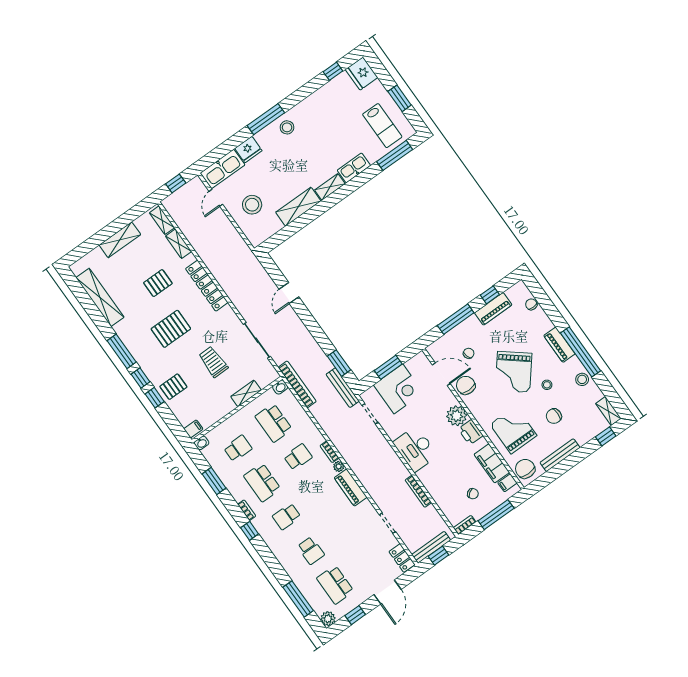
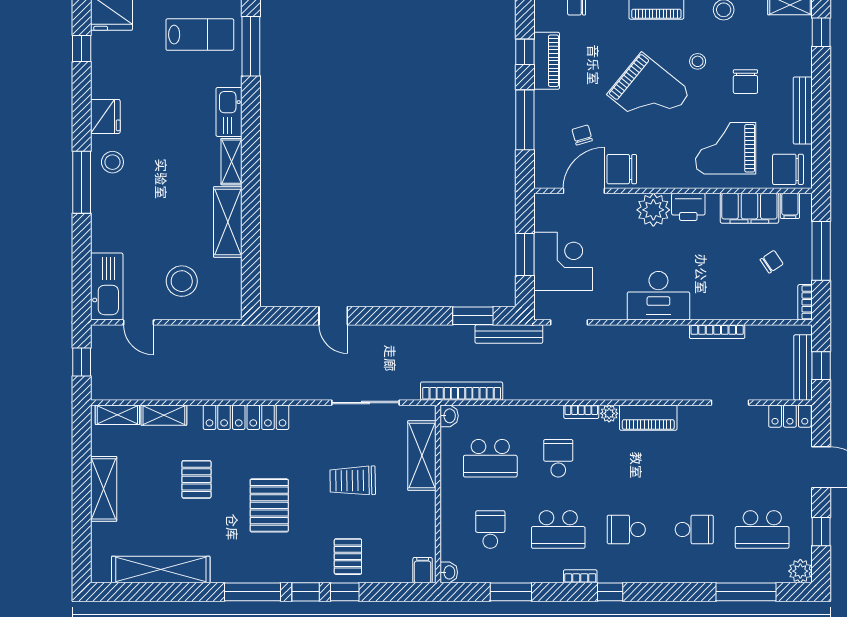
fridge: (248, 149) -> (105, 116), moved
shelving: (246, 393) -> (422, 455), width x1.50, depth x1.33
school desk: (287, 517) -> (626, 529), turned 90

